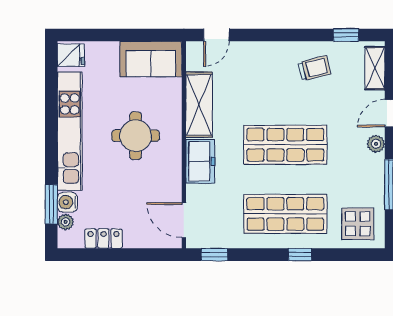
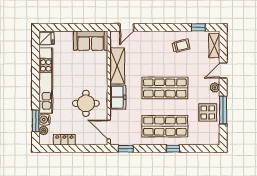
round table: (136, 136) -> (86, 103), moved
display table: (358, 224) -> (208, 112), moved

